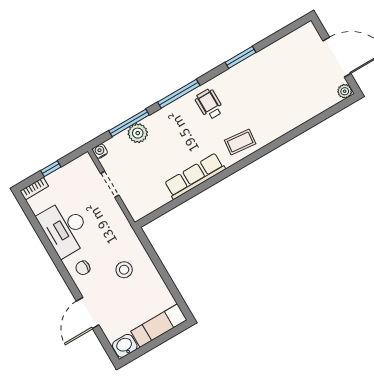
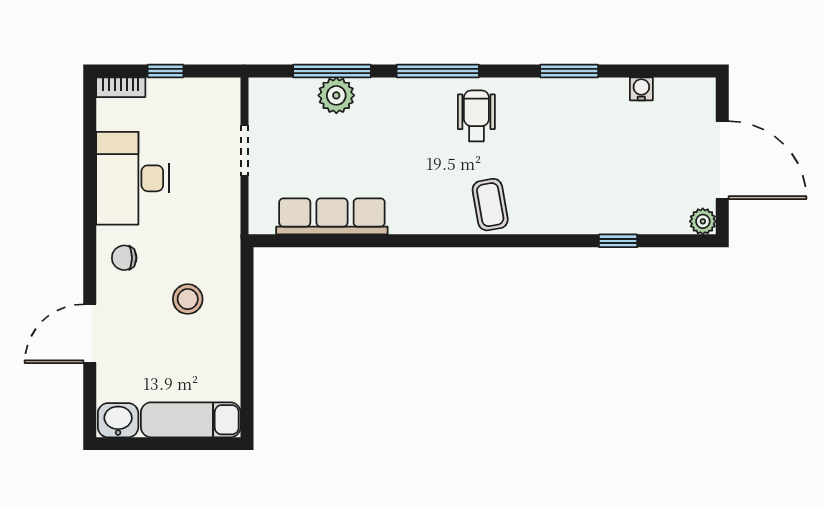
window: (310, 124) -> (618, 241), added
coffee table: (240, 142) -> (490, 205), turned 74
water cooler: (100, 151) -> (641, 89), moved
row of seats: (195, 176) -> (332, 216), moved

